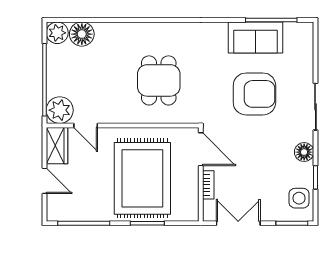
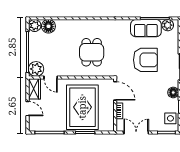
plant: (294, 32) -> (168, 25), added

